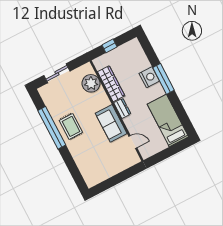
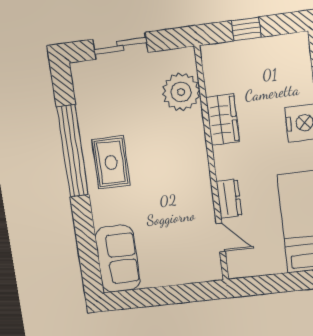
wardrobe: (111, 84) -> (223, 120), width x0.67
dresser: (122, 108) -> (229, 199), moved
sofa: (111, 123) -> (117, 259), moved, turned 180

